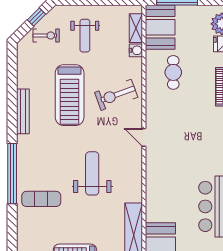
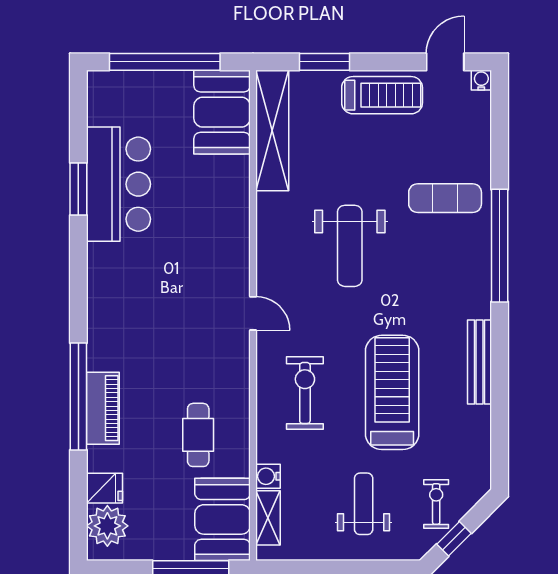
exercise bike: (46, 35) -> (436, 504), turned 90
exercise bike: (116, 95) -> (305, 393), turned -70

